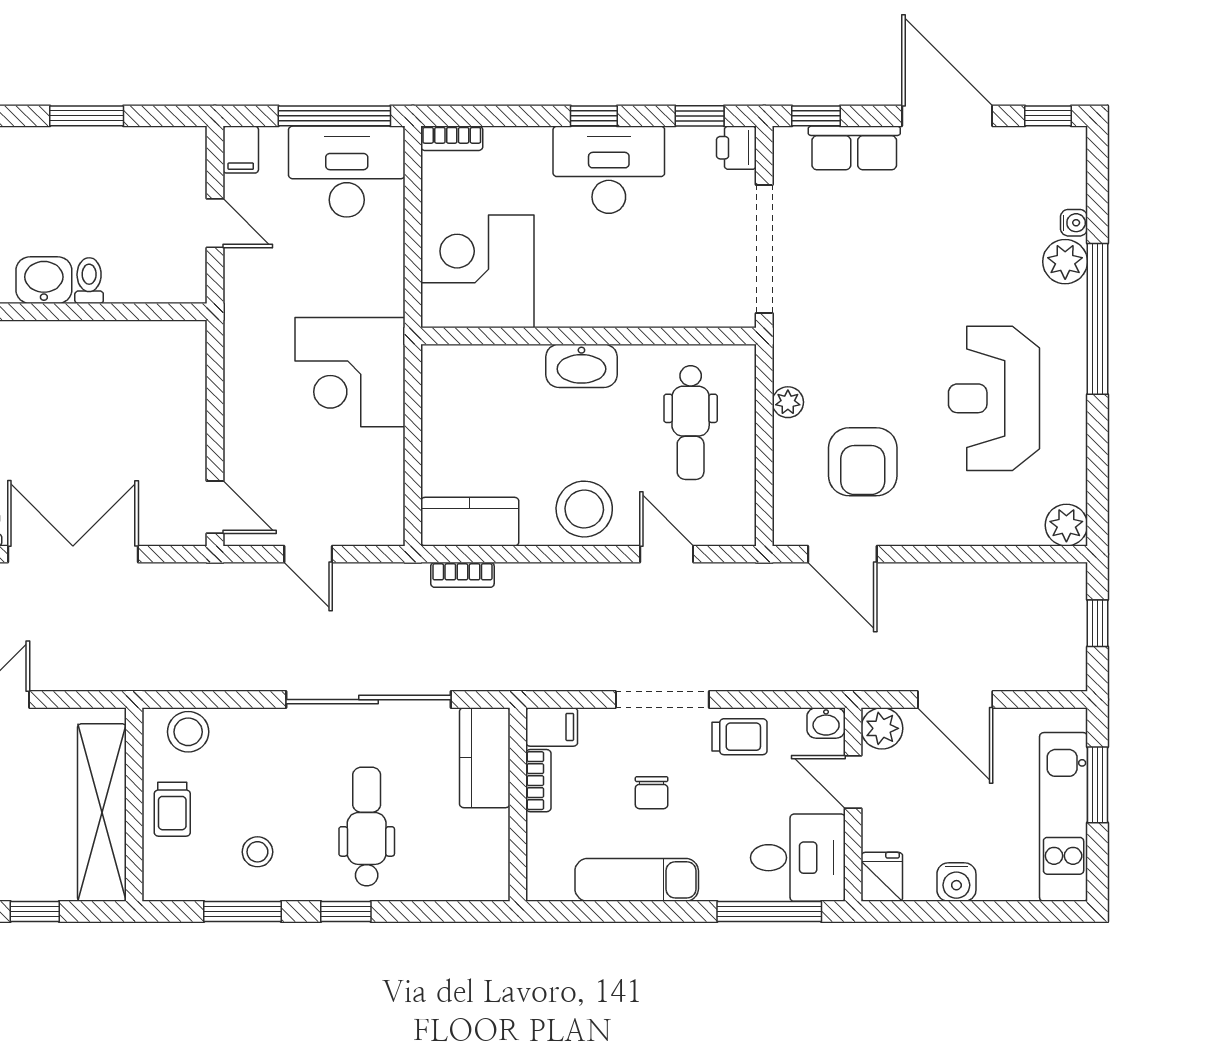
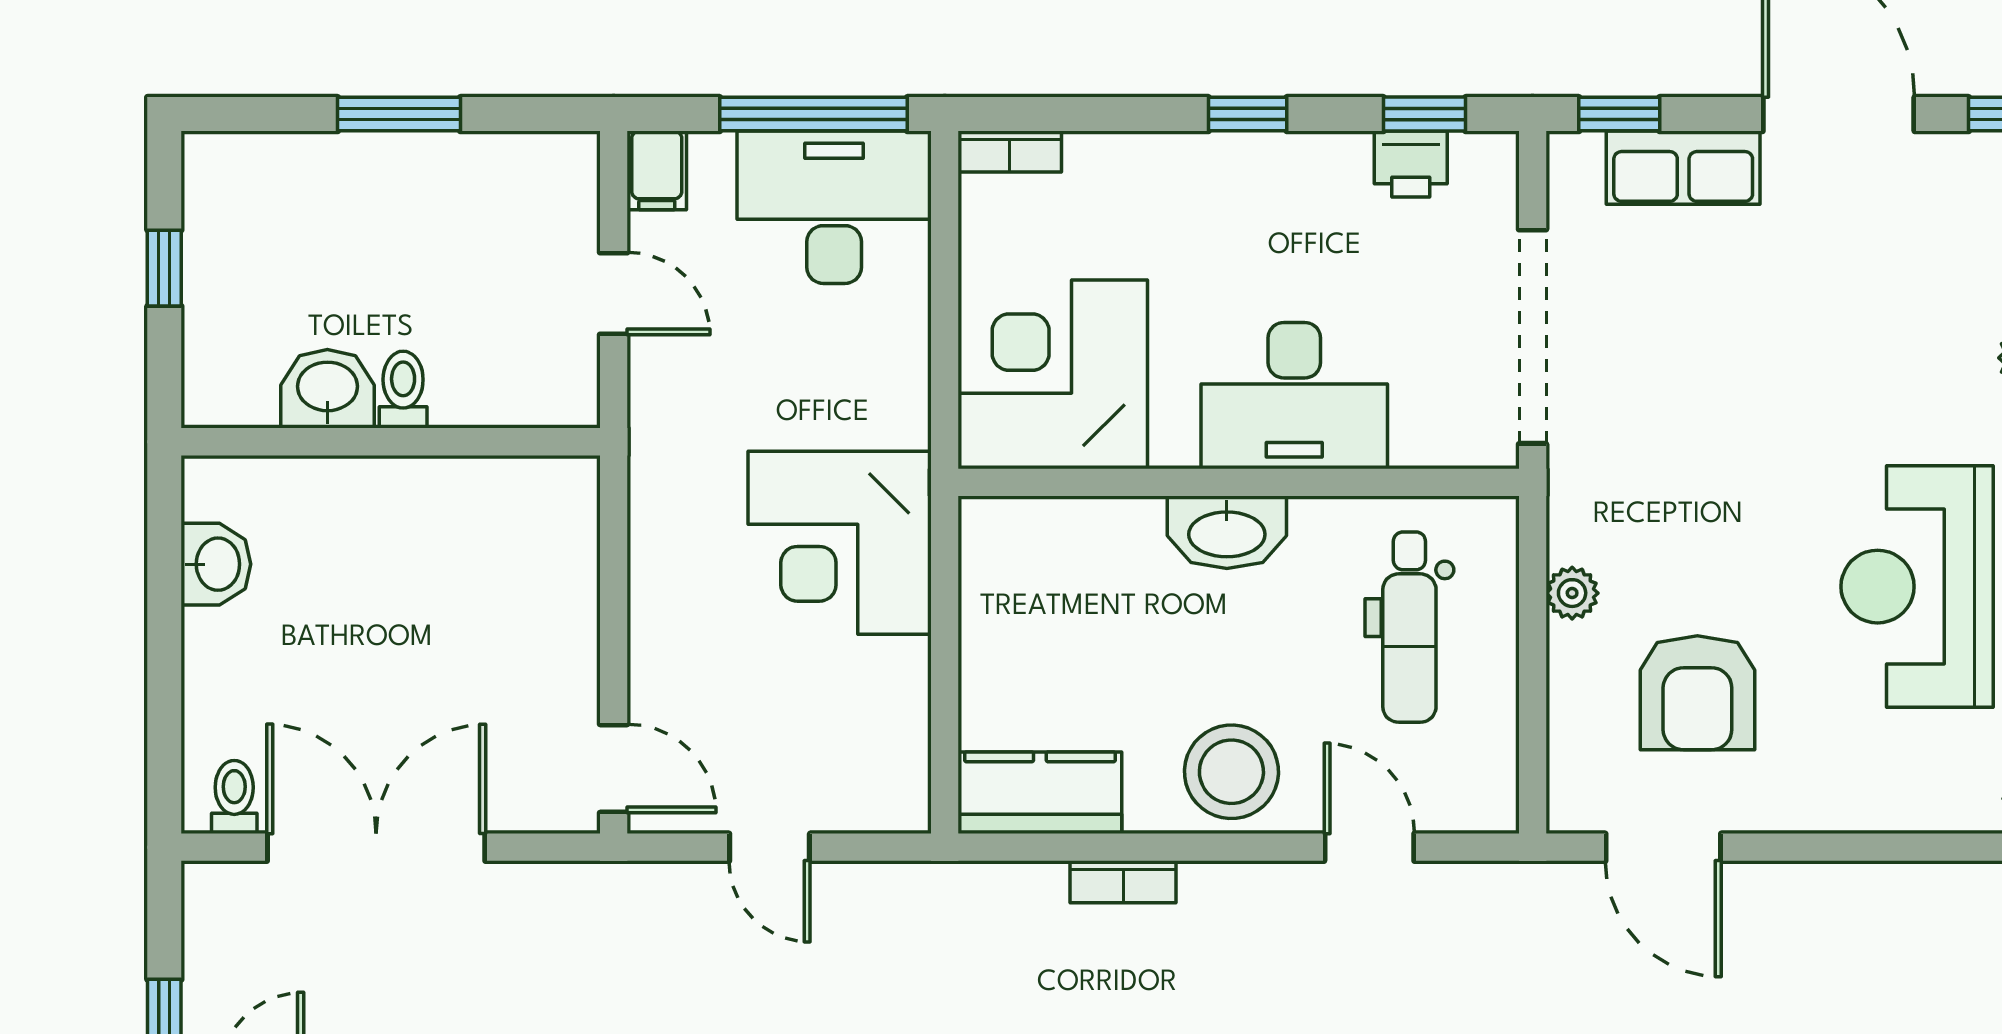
printer: (736, 148) -> (1411, 164), moved, turned -90
desk: (609, 170) -> (1294, 396), moved, turned 180
bookcase: (462, 575) -> (1123, 882), moved

